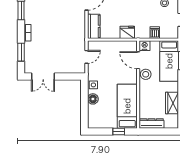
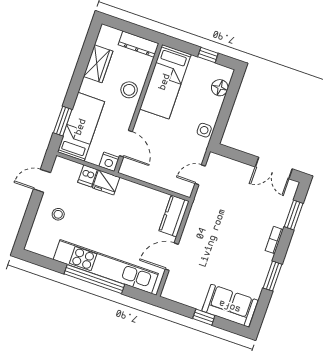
fridge: (127, 32) -> (106, 182), moved
stool: (146, 74) -> (129, 90), moved
double door: (43, 77) -> (274, 168), swing flipped
floor lamp: (93, 99) -> (220, 88), moved
window: (119, 131) -> (208, 55), moved

